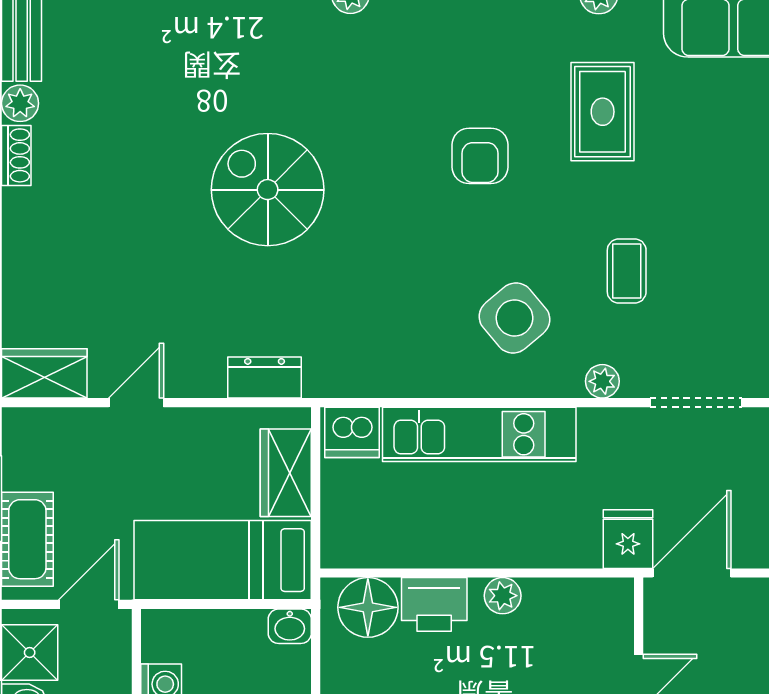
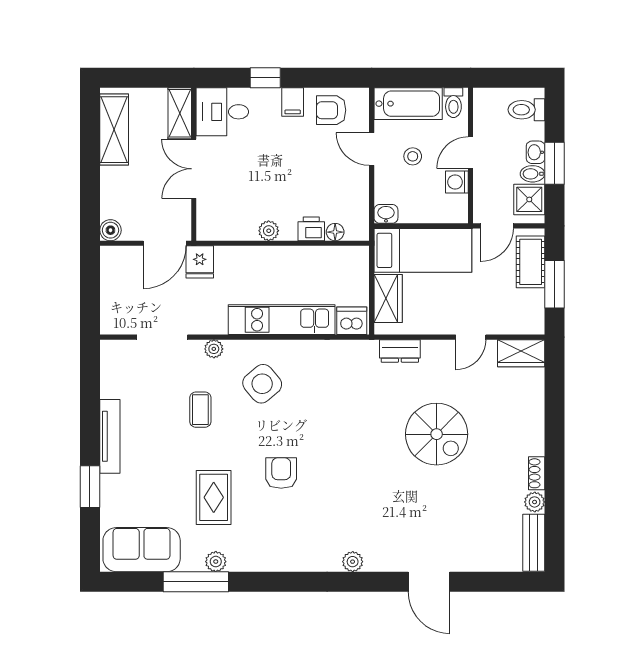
spiral stairs: (268, 190) -> (437, 434), moved
printer: (434, 604) -> (311, 229), width x0.73, depth x0.81
floor lamp: (368, 607) -> (335, 232), width x0.53, depth x0.53

